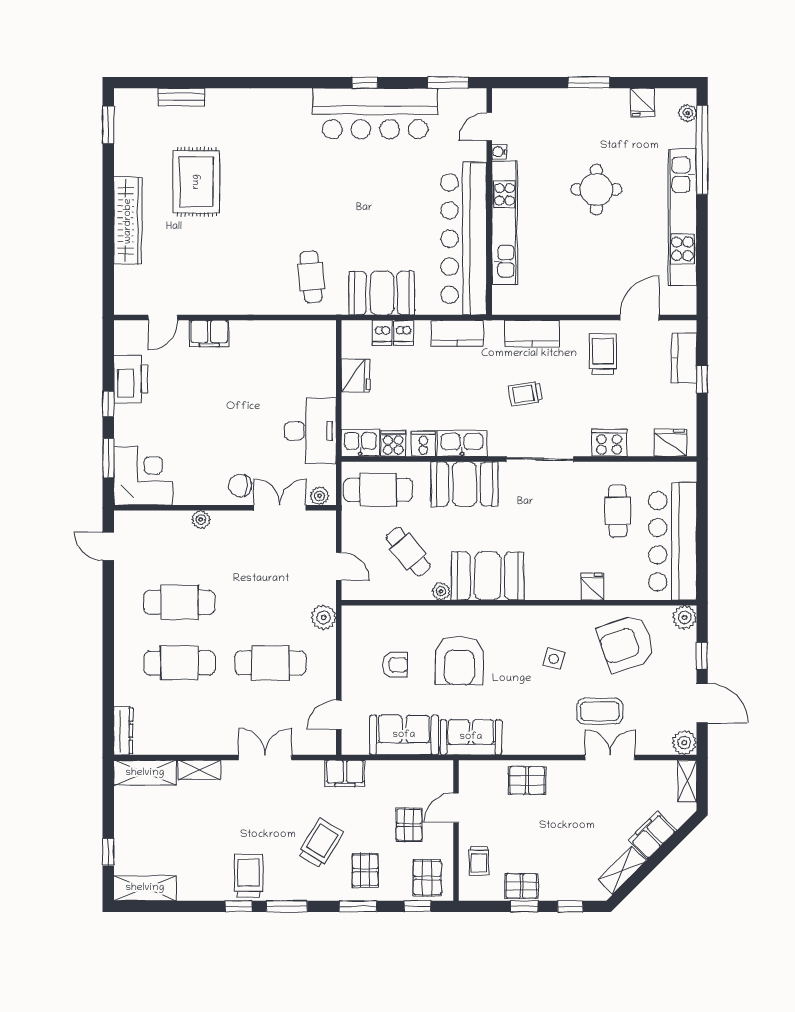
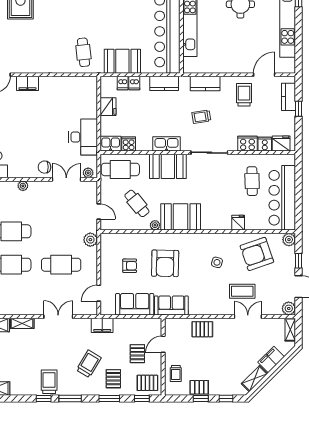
cooker: (423, 444) -> (265, 144), moved
pallet: (427, 878) -> (147, 383), turned 90

